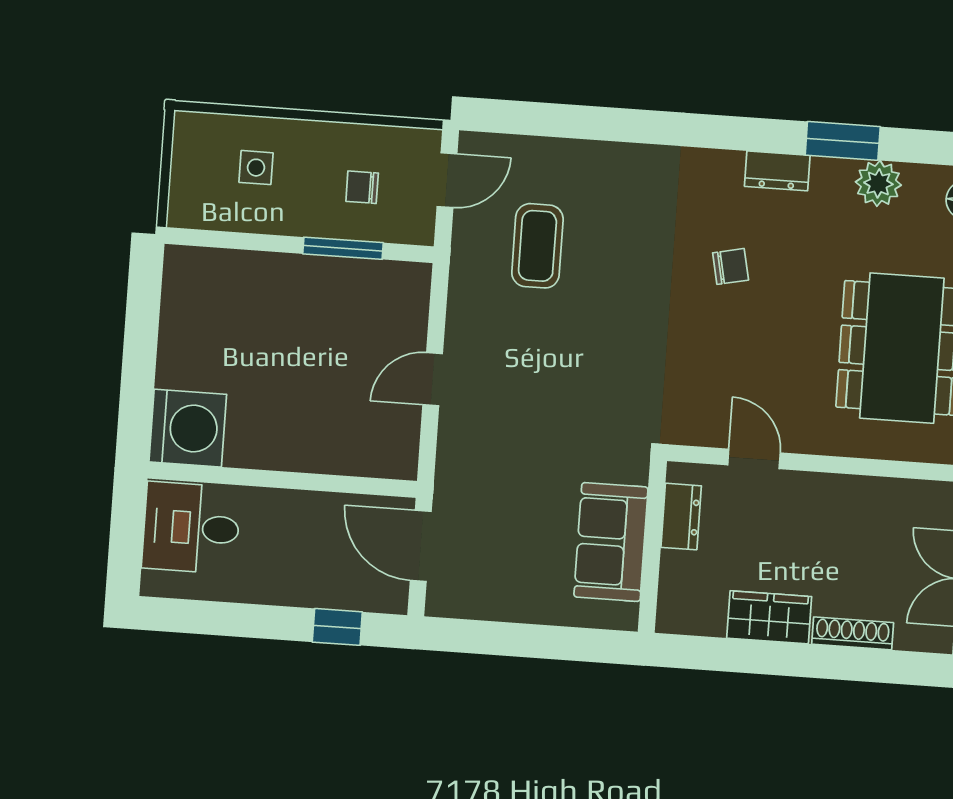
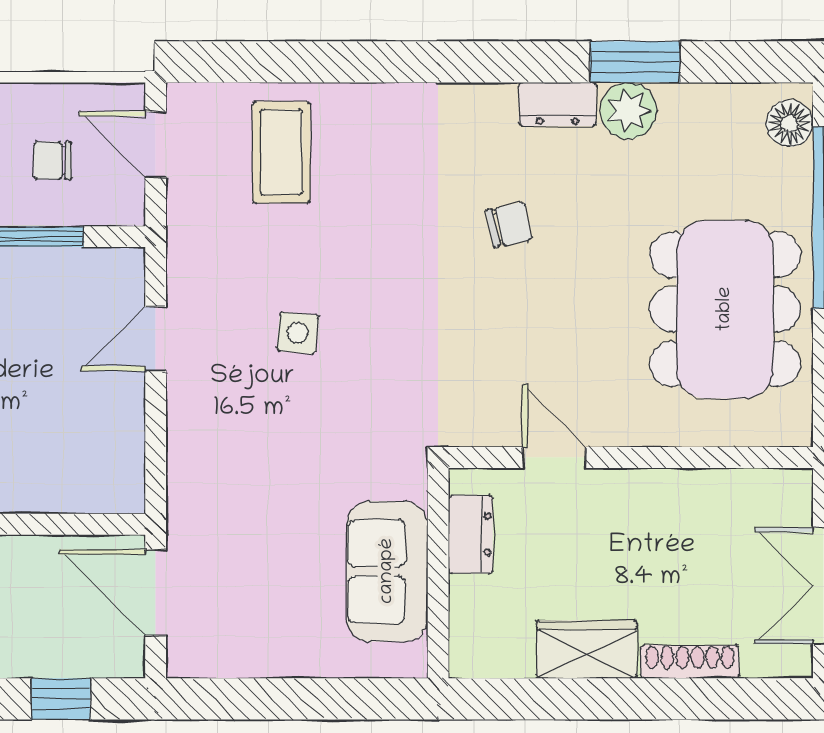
door: (447, 180) -> (156, 145), swing flipped
plant: (878, 183) -> (629, 111), moved
coffee table: (537, 246) -> (281, 152), moved
side table: (552, 342) -> (298, 333), added
door: (433, 379) -> (156, 339), moved

